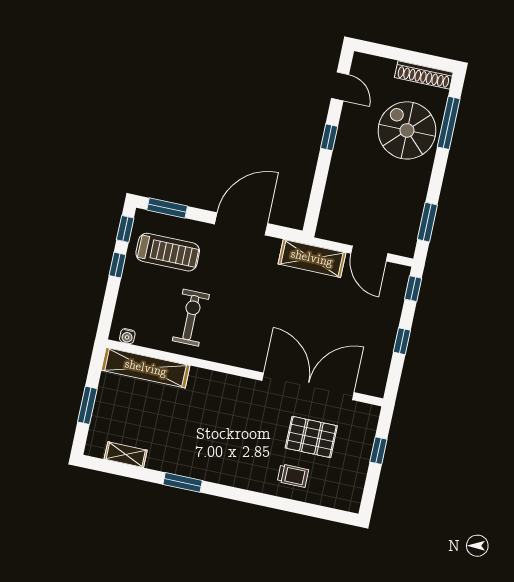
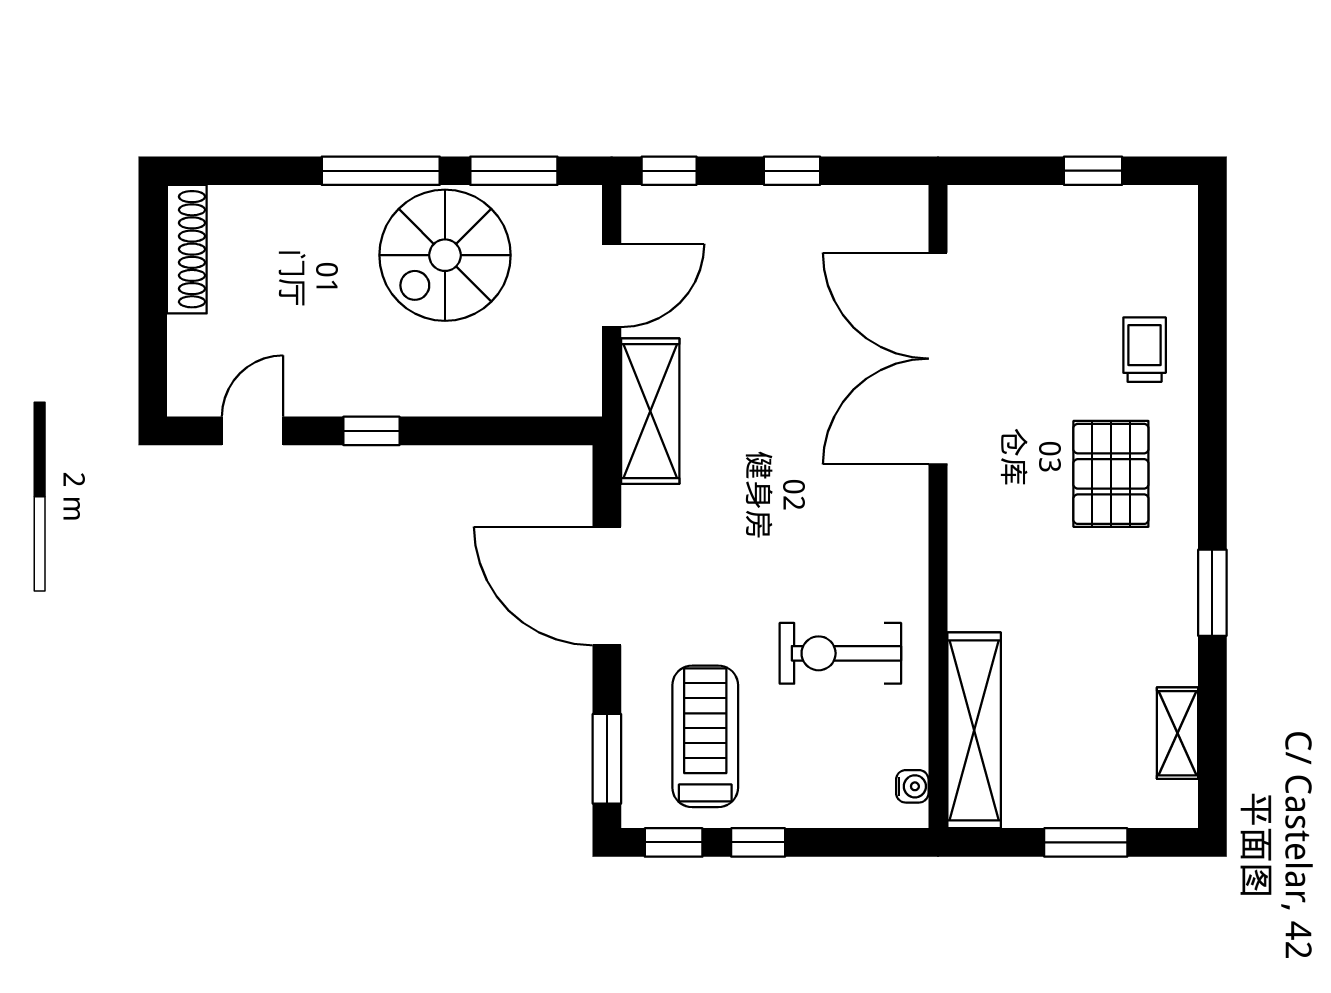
window: (449, 123) -> (381, 171), moved
spiral stairs: (407, 130) -> (445, 255), moved
pallet: (311, 437) -> (1111, 474), moved
window: (378, 451) -> (1093, 171), moved

